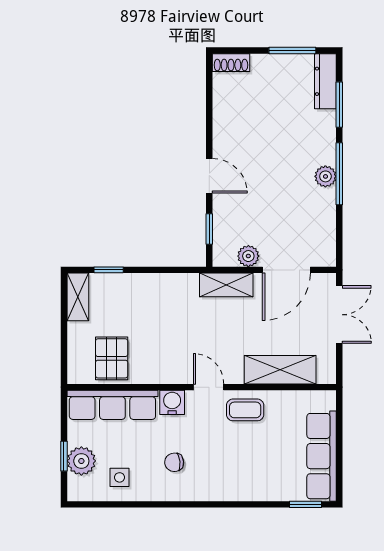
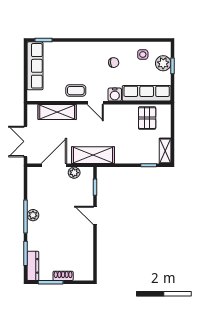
shoe rack: (231, 63) -> (63, 276), moved
shelving: (226, 285) -> (93, 155), width x1.50, depth x1.33

